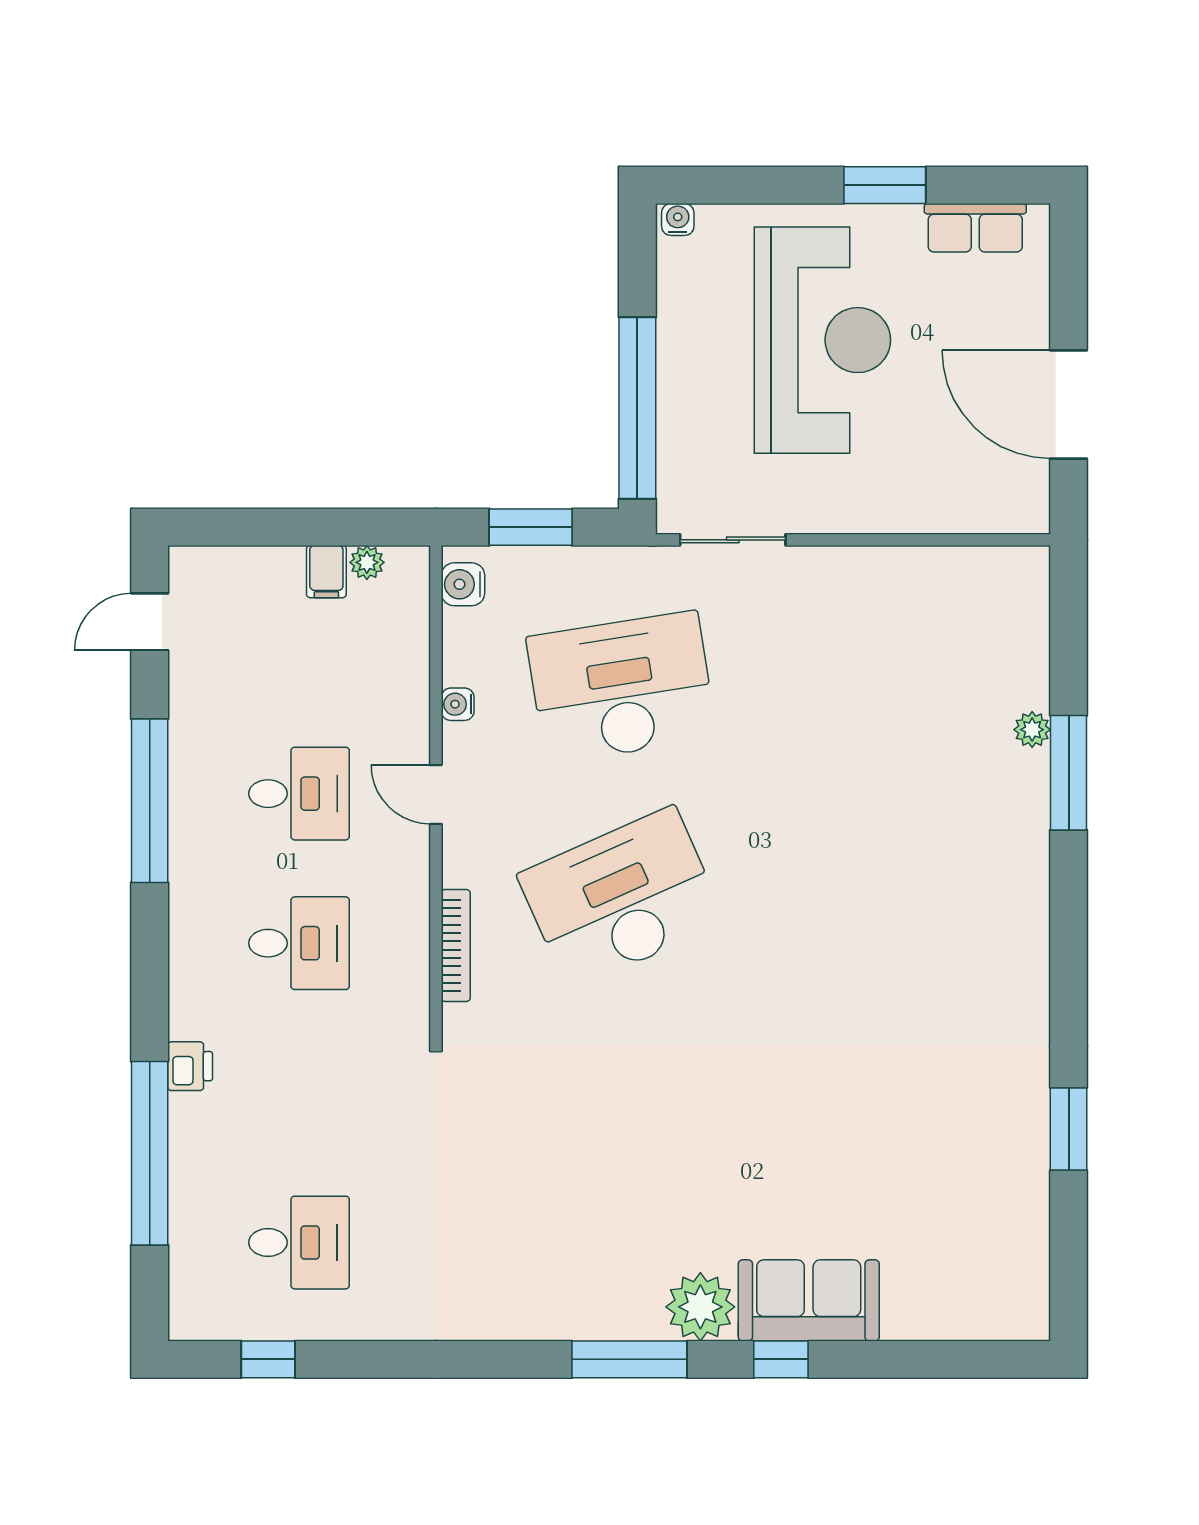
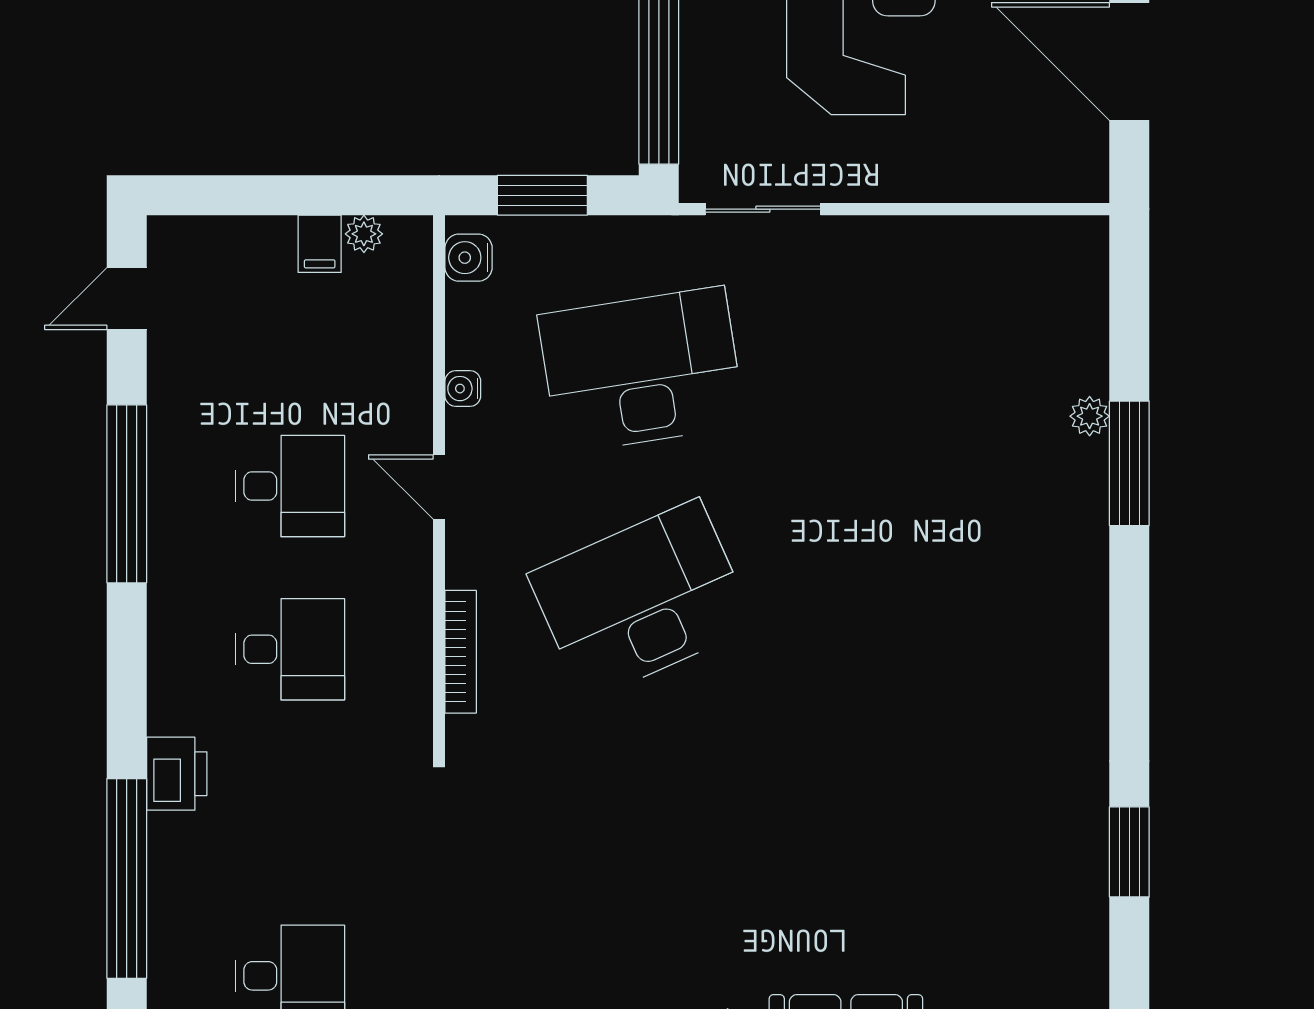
printer: (190, 1066) -> (177, 774), width x1.36, depth x1.24

